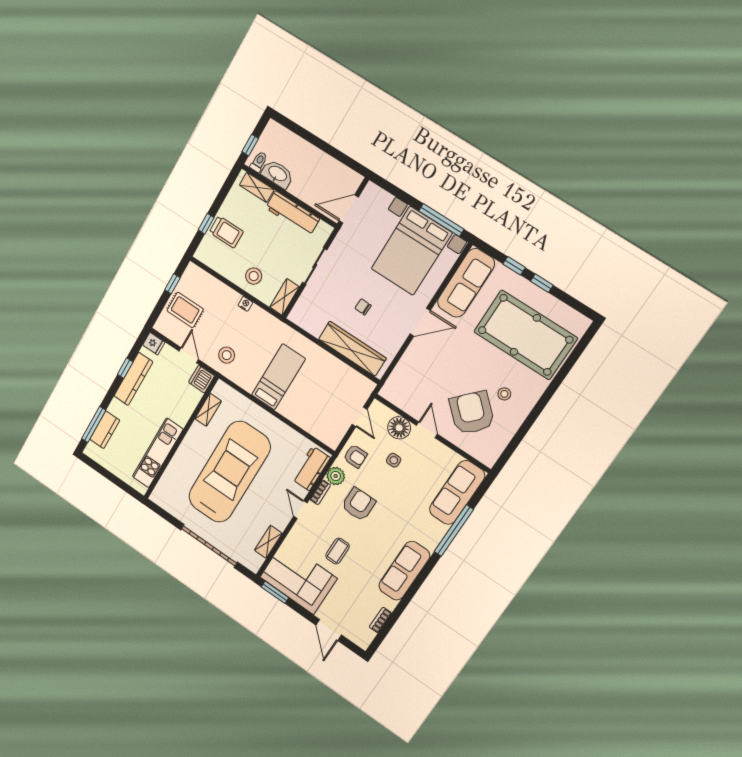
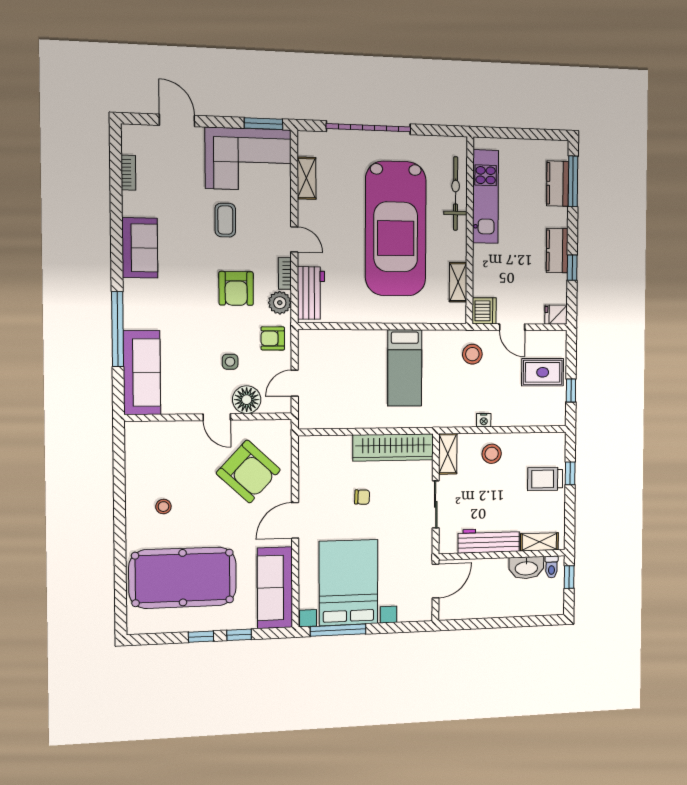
wardrobe: (352, 349) -> (393, 447), moved
kitchen counter: (133, 379) -> (557, 251), width x0.67
armchair: (472, 413) -> (248, 471), moved
door: (360, 417) -> (295, 383), hinge flipped
bicycle: (176, 468) -> (456, 193), added
sofa: (404, 571) -> (140, 248), width x0.73

